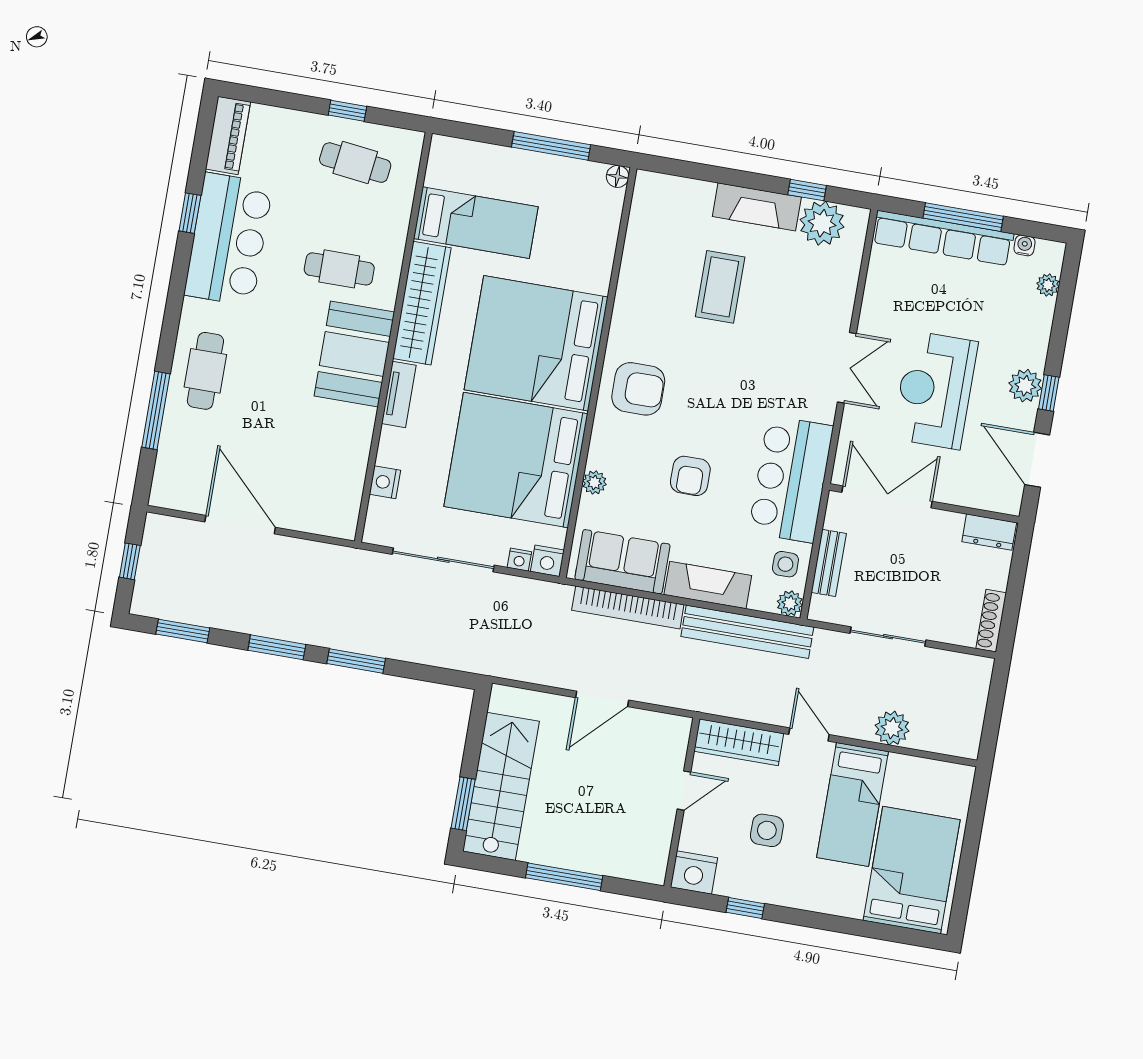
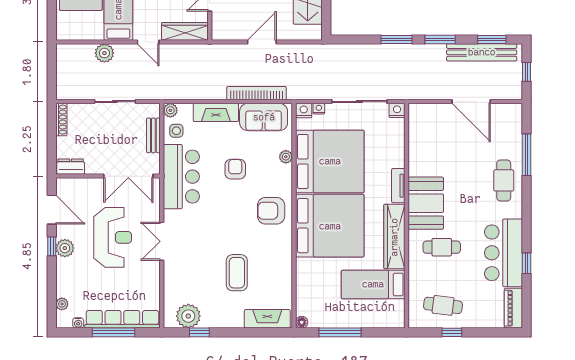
fireplace: (757, 207) -> (267, 319), moved
nightstand: (385, 482) -> (397, 110), moved, turned -90
bench: (747, 632) -> (482, 52), moved

